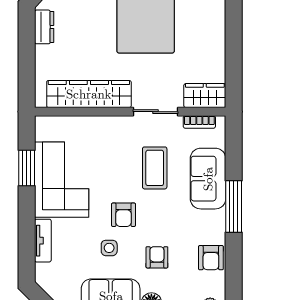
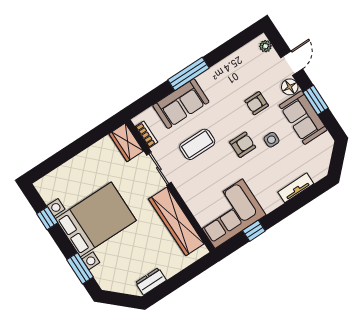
window: (27, 168) -> (254, 231), width x0.67
corner sofa: (62, 180) -> (229, 214), moved
armchair: (211, 258) -> (233, 67), removed

